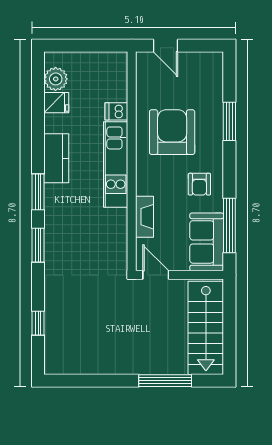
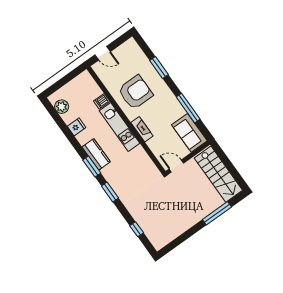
fridge: (56, 103) -> (77, 127), moved
armchair: (172, 132) -> (135, 92), turned 90
kitchen counter: (56, 158) -> (96, 154), moved
armchair: (199, 184) -> (166, 108), removed
fireplace: (145, 217) -> (142, 129), moved
window: (229, 225) -> (188, 108), moved

